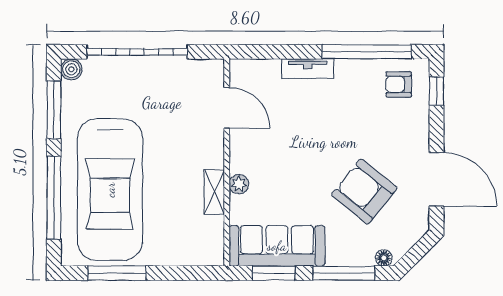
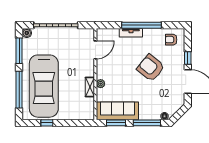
window: (367, 52) -> (142, 25), moved
window: (437, 91) -> (188, 58), moved
door: (227, 108) -> (95, 50), hinge flipped
armchair: (364, 192) -> (151, 68), moved
window: (117, 273) -> (47, 123), width x0.46

